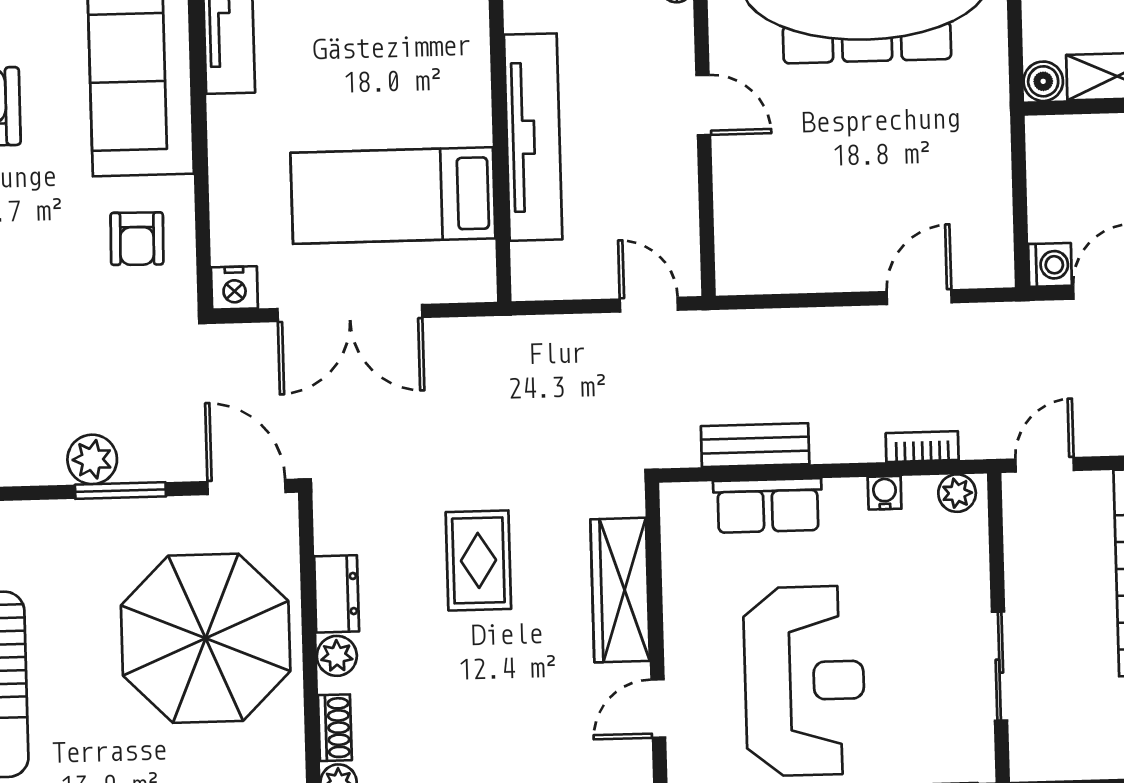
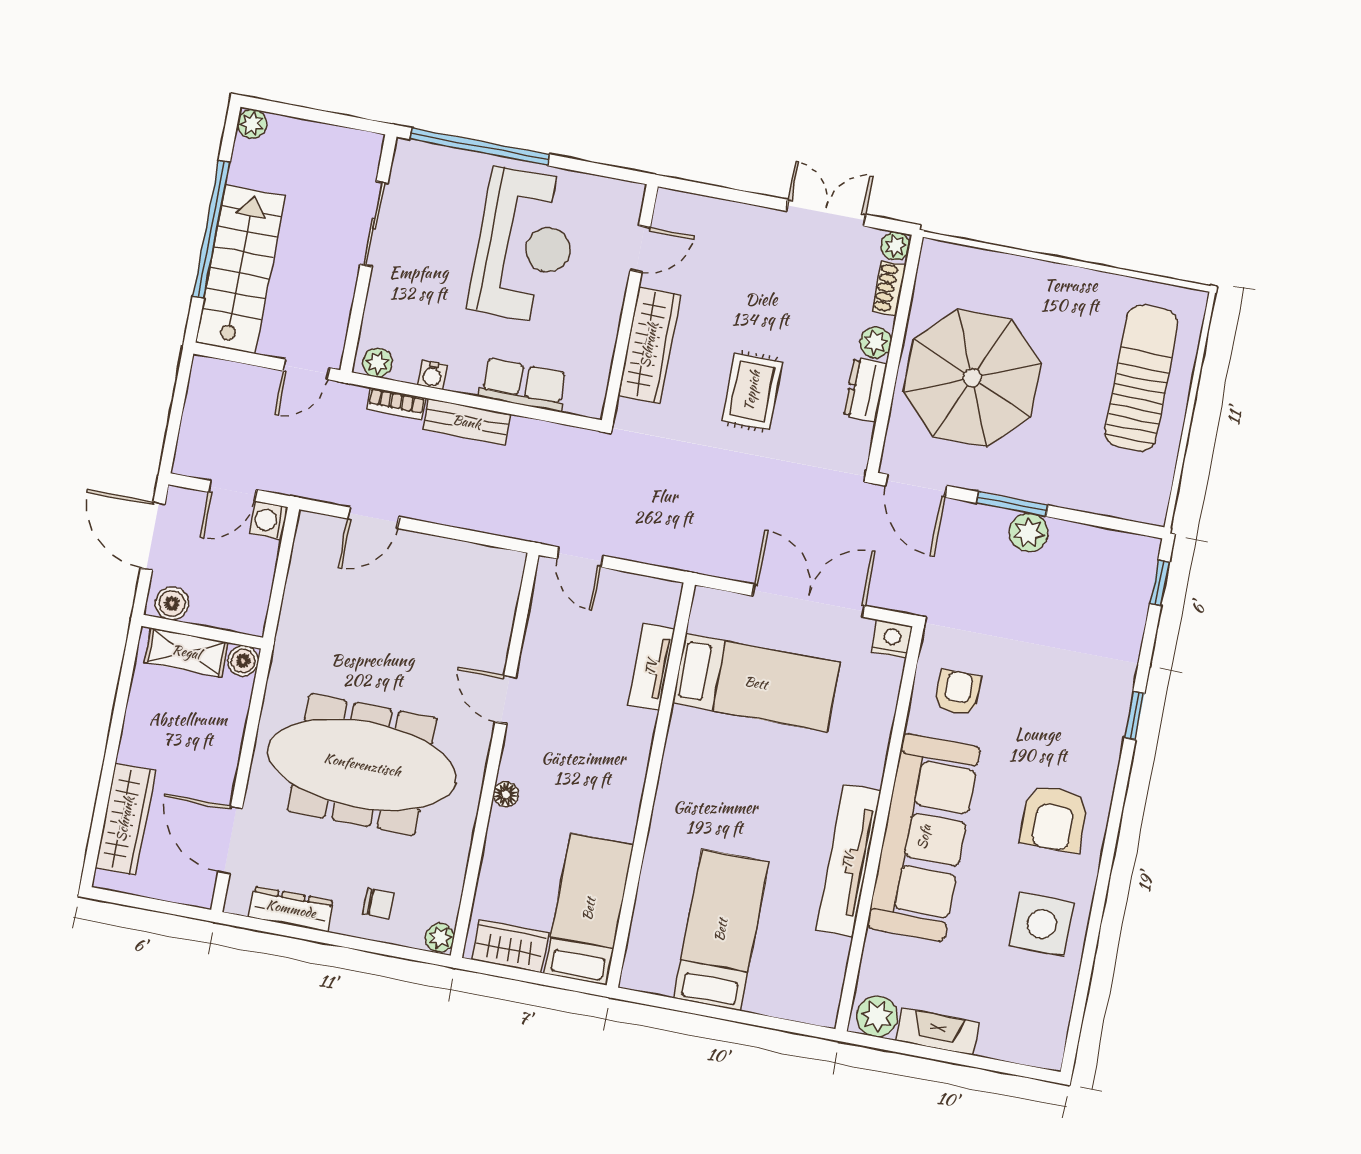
tv unit: (533, 137) -> (651, 667), width x0.52, depth x0.78
bench: (755, 445) -> (467, 422), moved
reception desk: (804, 681) -> (525, 245), turned 180

